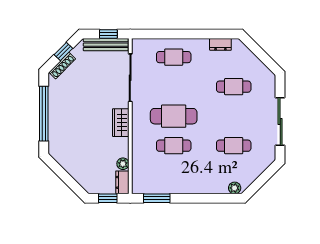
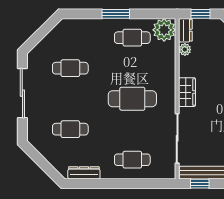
dresser: (220, 44) -> (84, 173), width x1.44
cafe table: (174, 146) -> (132, 38), moved
plant: (235, 188) -> (164, 30), moved, width x1.87, depth x1.87
window: (157, 198) -> (116, 14), moved

